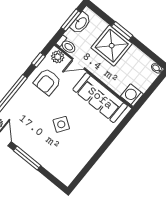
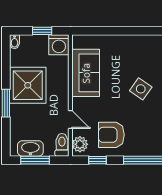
shower: (112, 46) -> (28, 85), moved
armchair: (47, 82) -> (111, 135), turned 180
window: (149, 92) -> (42, 31), added
sofa: (100, 98) -> (86, 73), width x0.73

